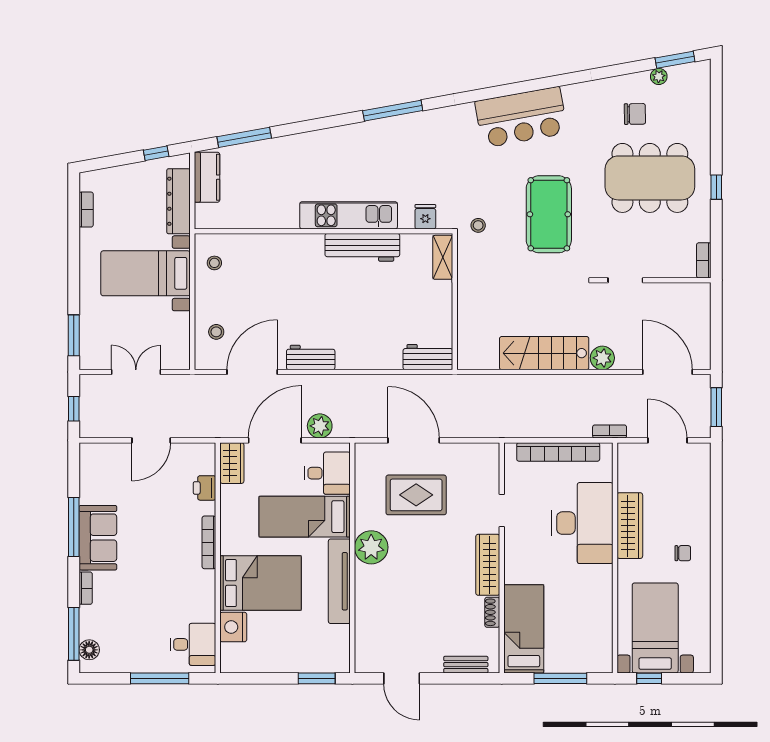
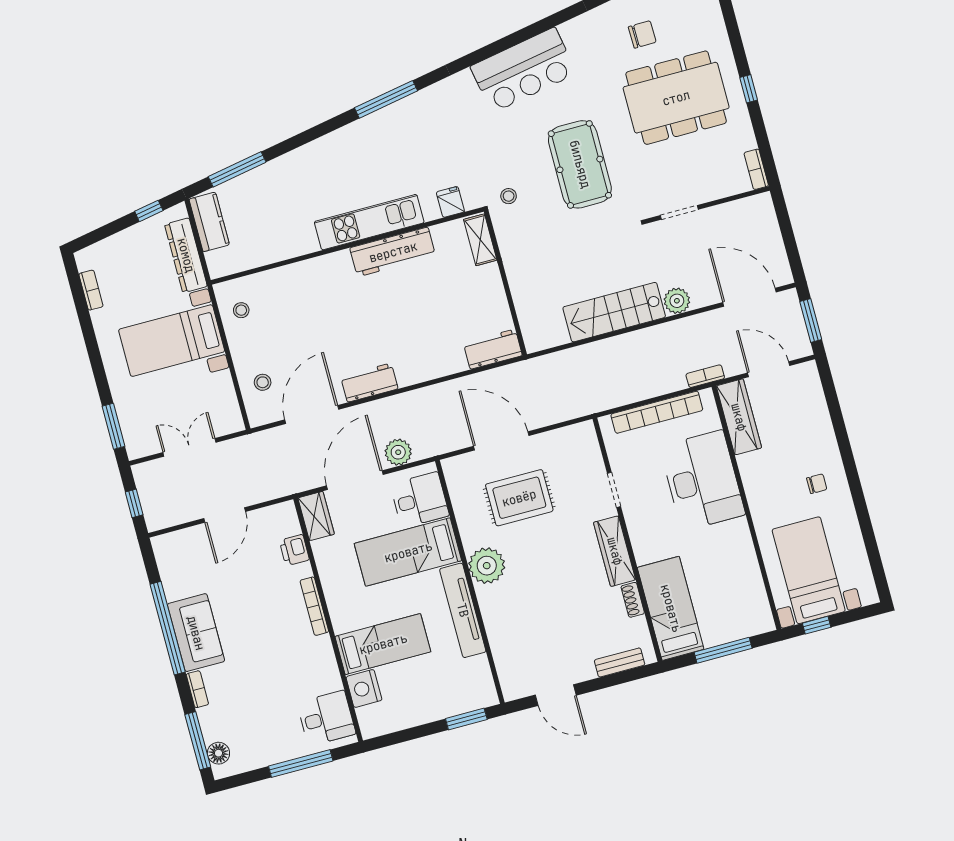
wardrobe: (630, 526) -> (739, 417), moved
window: (74, 527) -> (168, 628), width x1.46
bed: (261, 583) -> (383, 644), width x0.67

